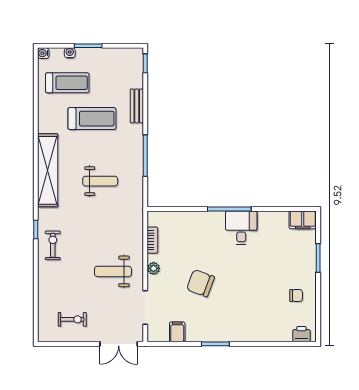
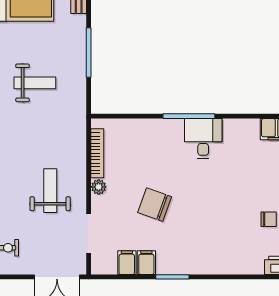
bookcase: (152, 240) -> (97, 153), width x1.56
weight bench: (113, 271) -> (50, 191), turned 90
filing cabinet: (194, 332) -> (146, 263), added

